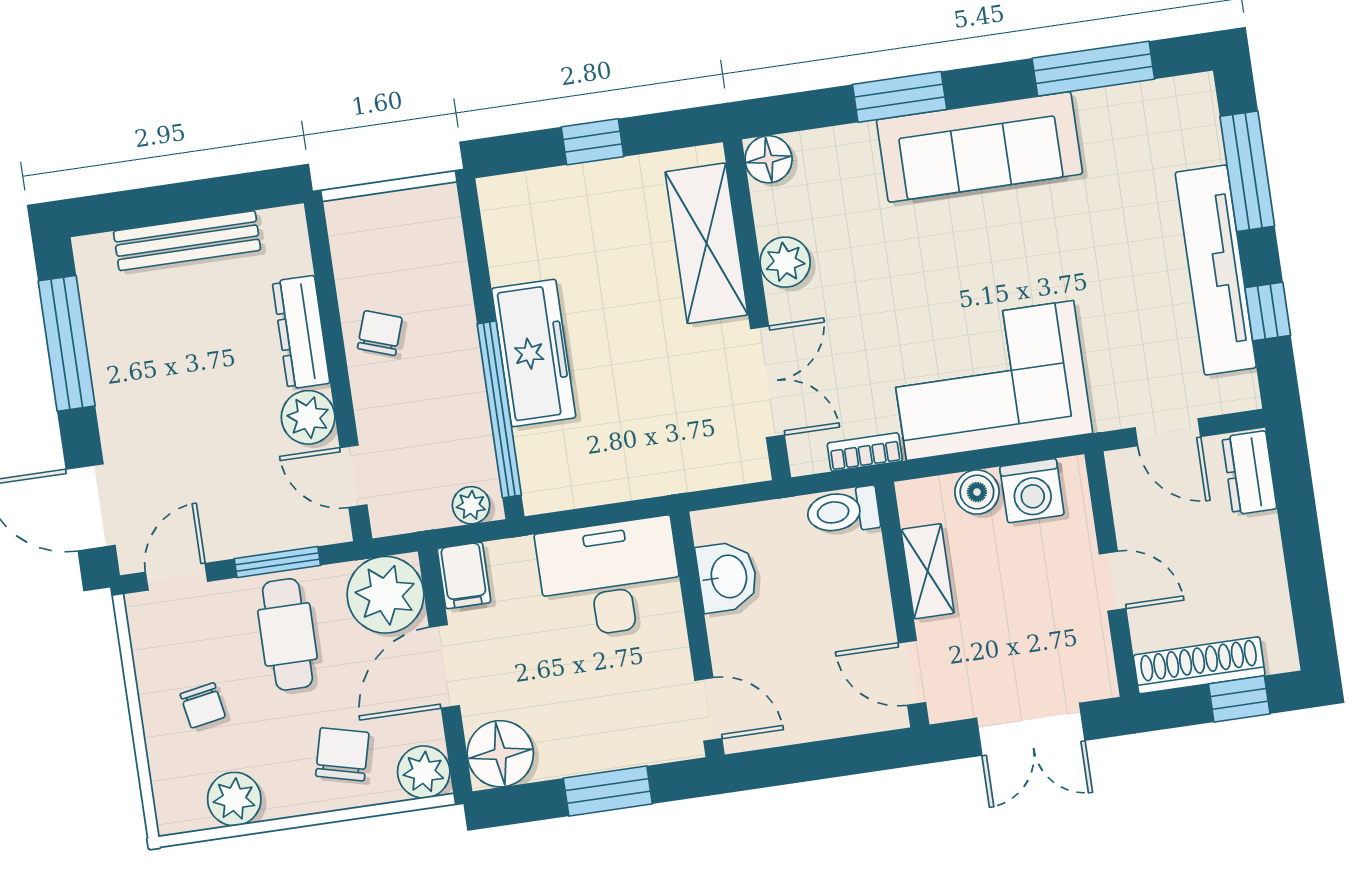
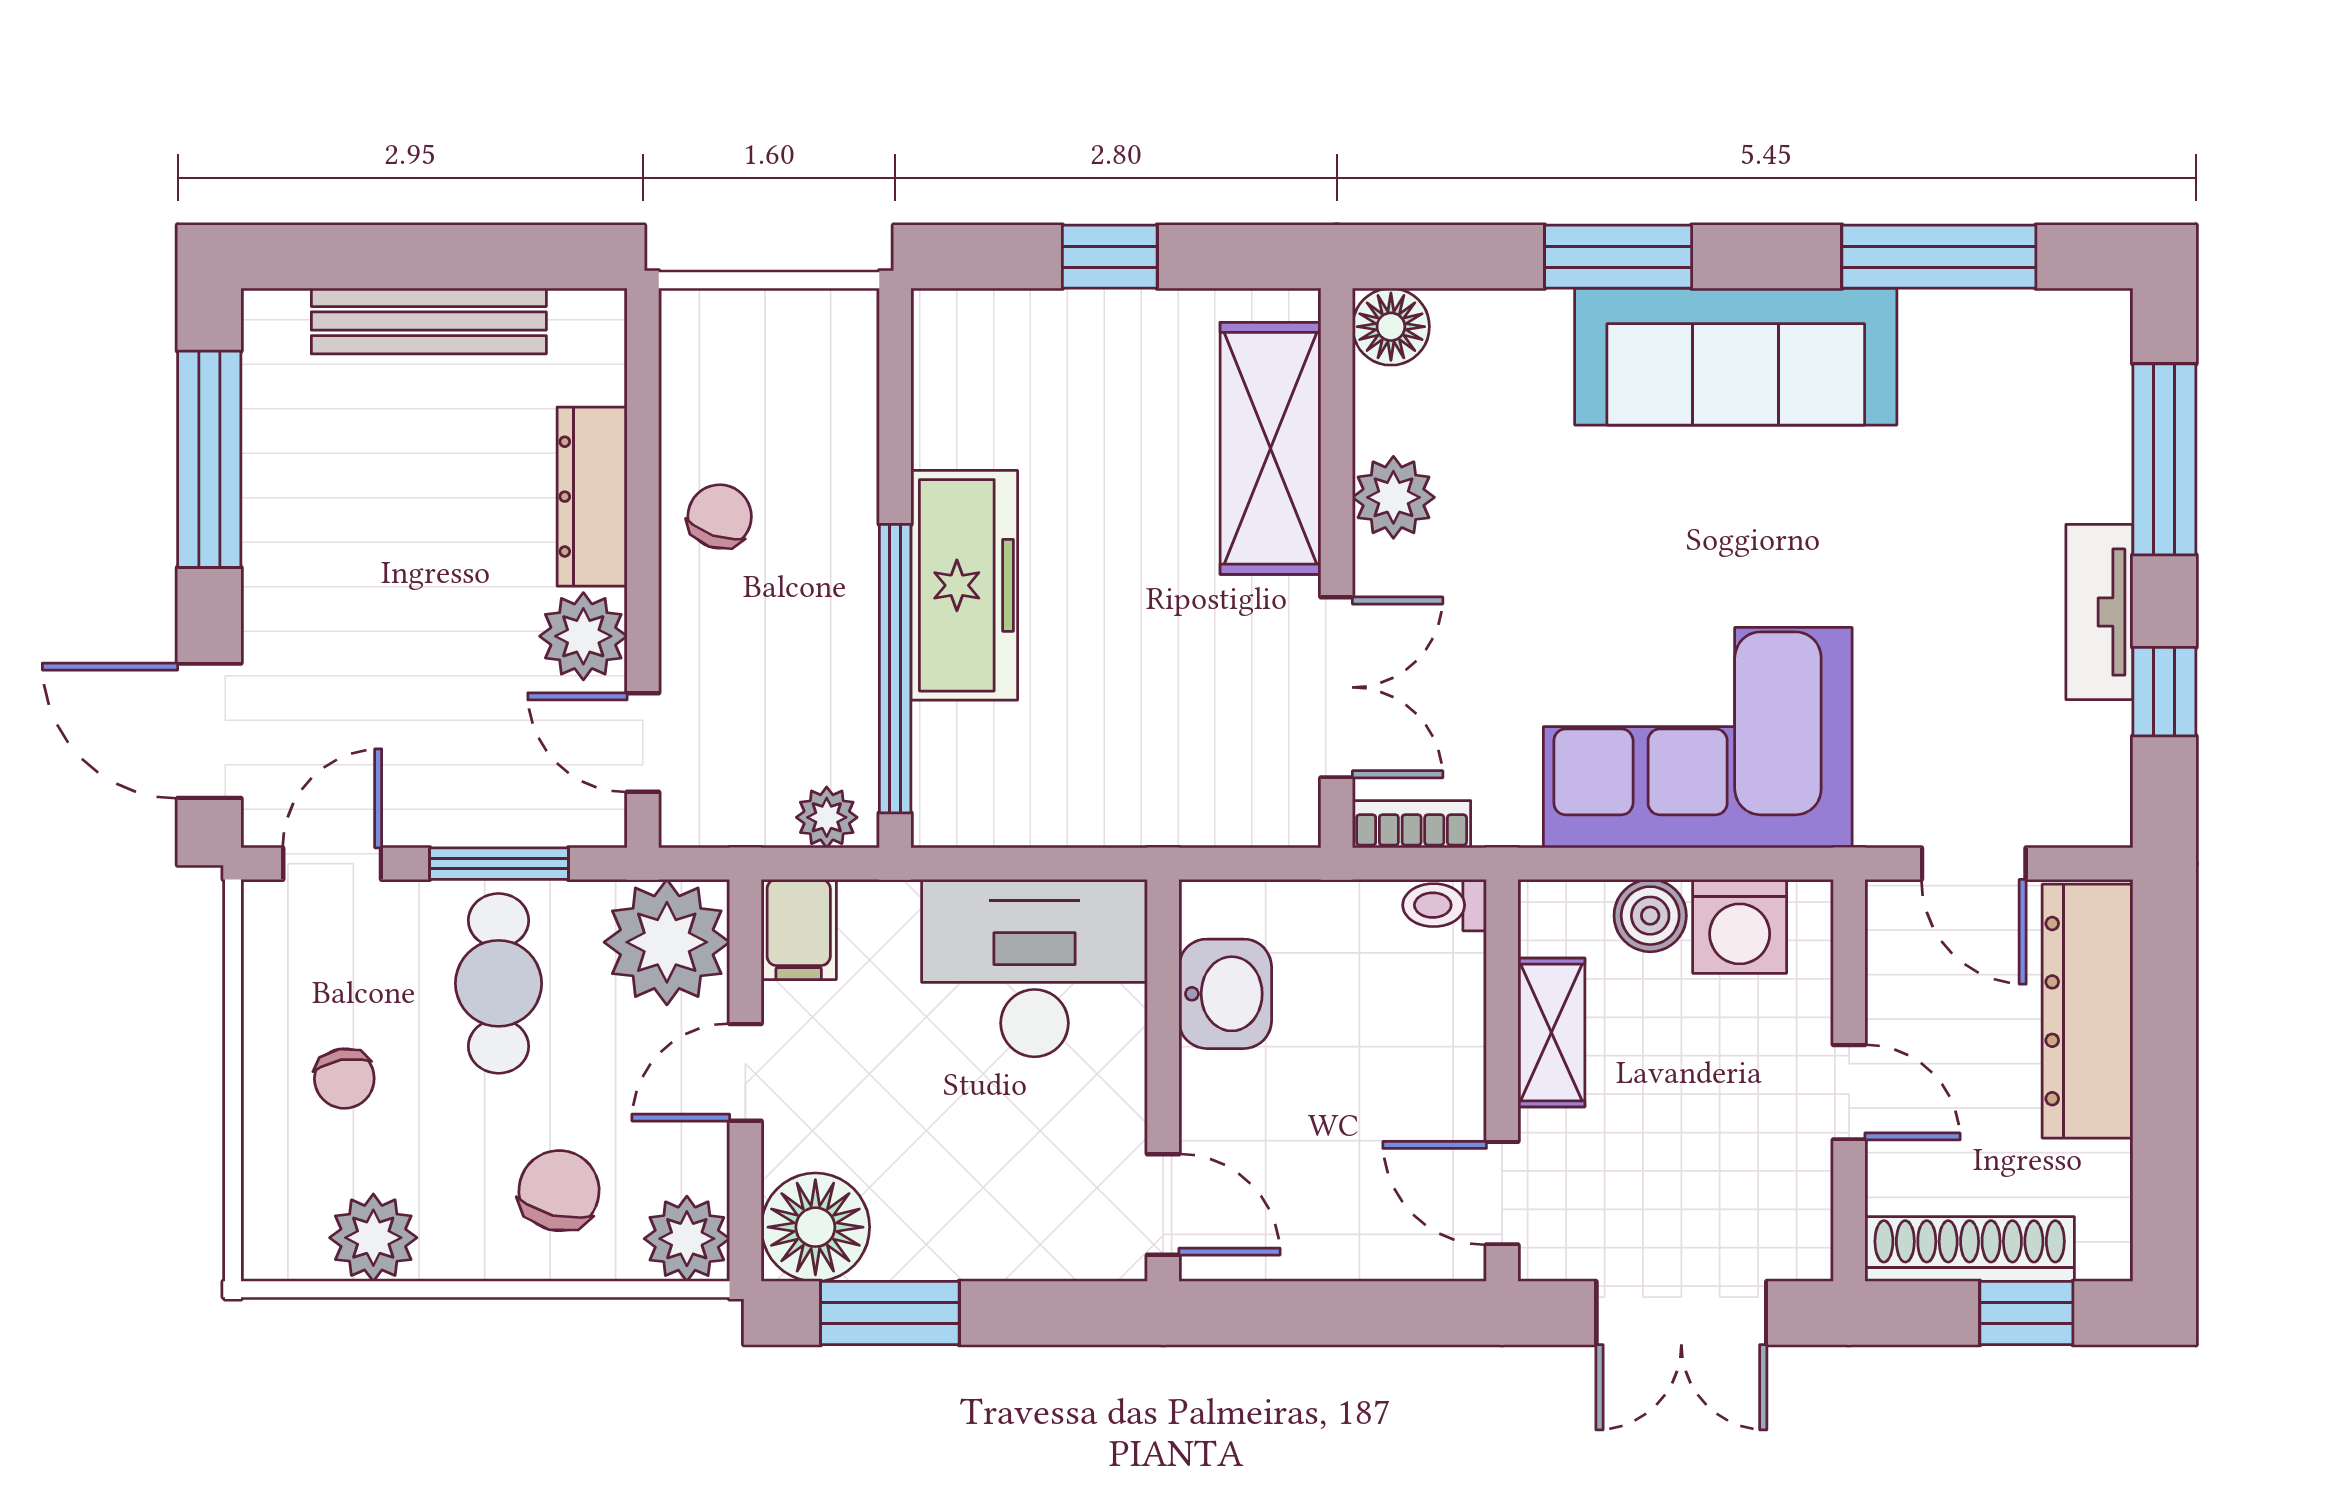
tv unit: (1216, 270) -> (2099, 612), width x0.52, depth x0.78
bookcase: (865, 452) -> (1412, 824), moved
dresser: (1249, 473) -> (2088, 1011), width x1.96, depth x1.24
toilet: (843, 511) -> (1445, 905), width x0.73, depth x0.72
door: (444, 666) -> (745, 1072), width x0.73
window: (608, 791) -> (890, 1313), moved

